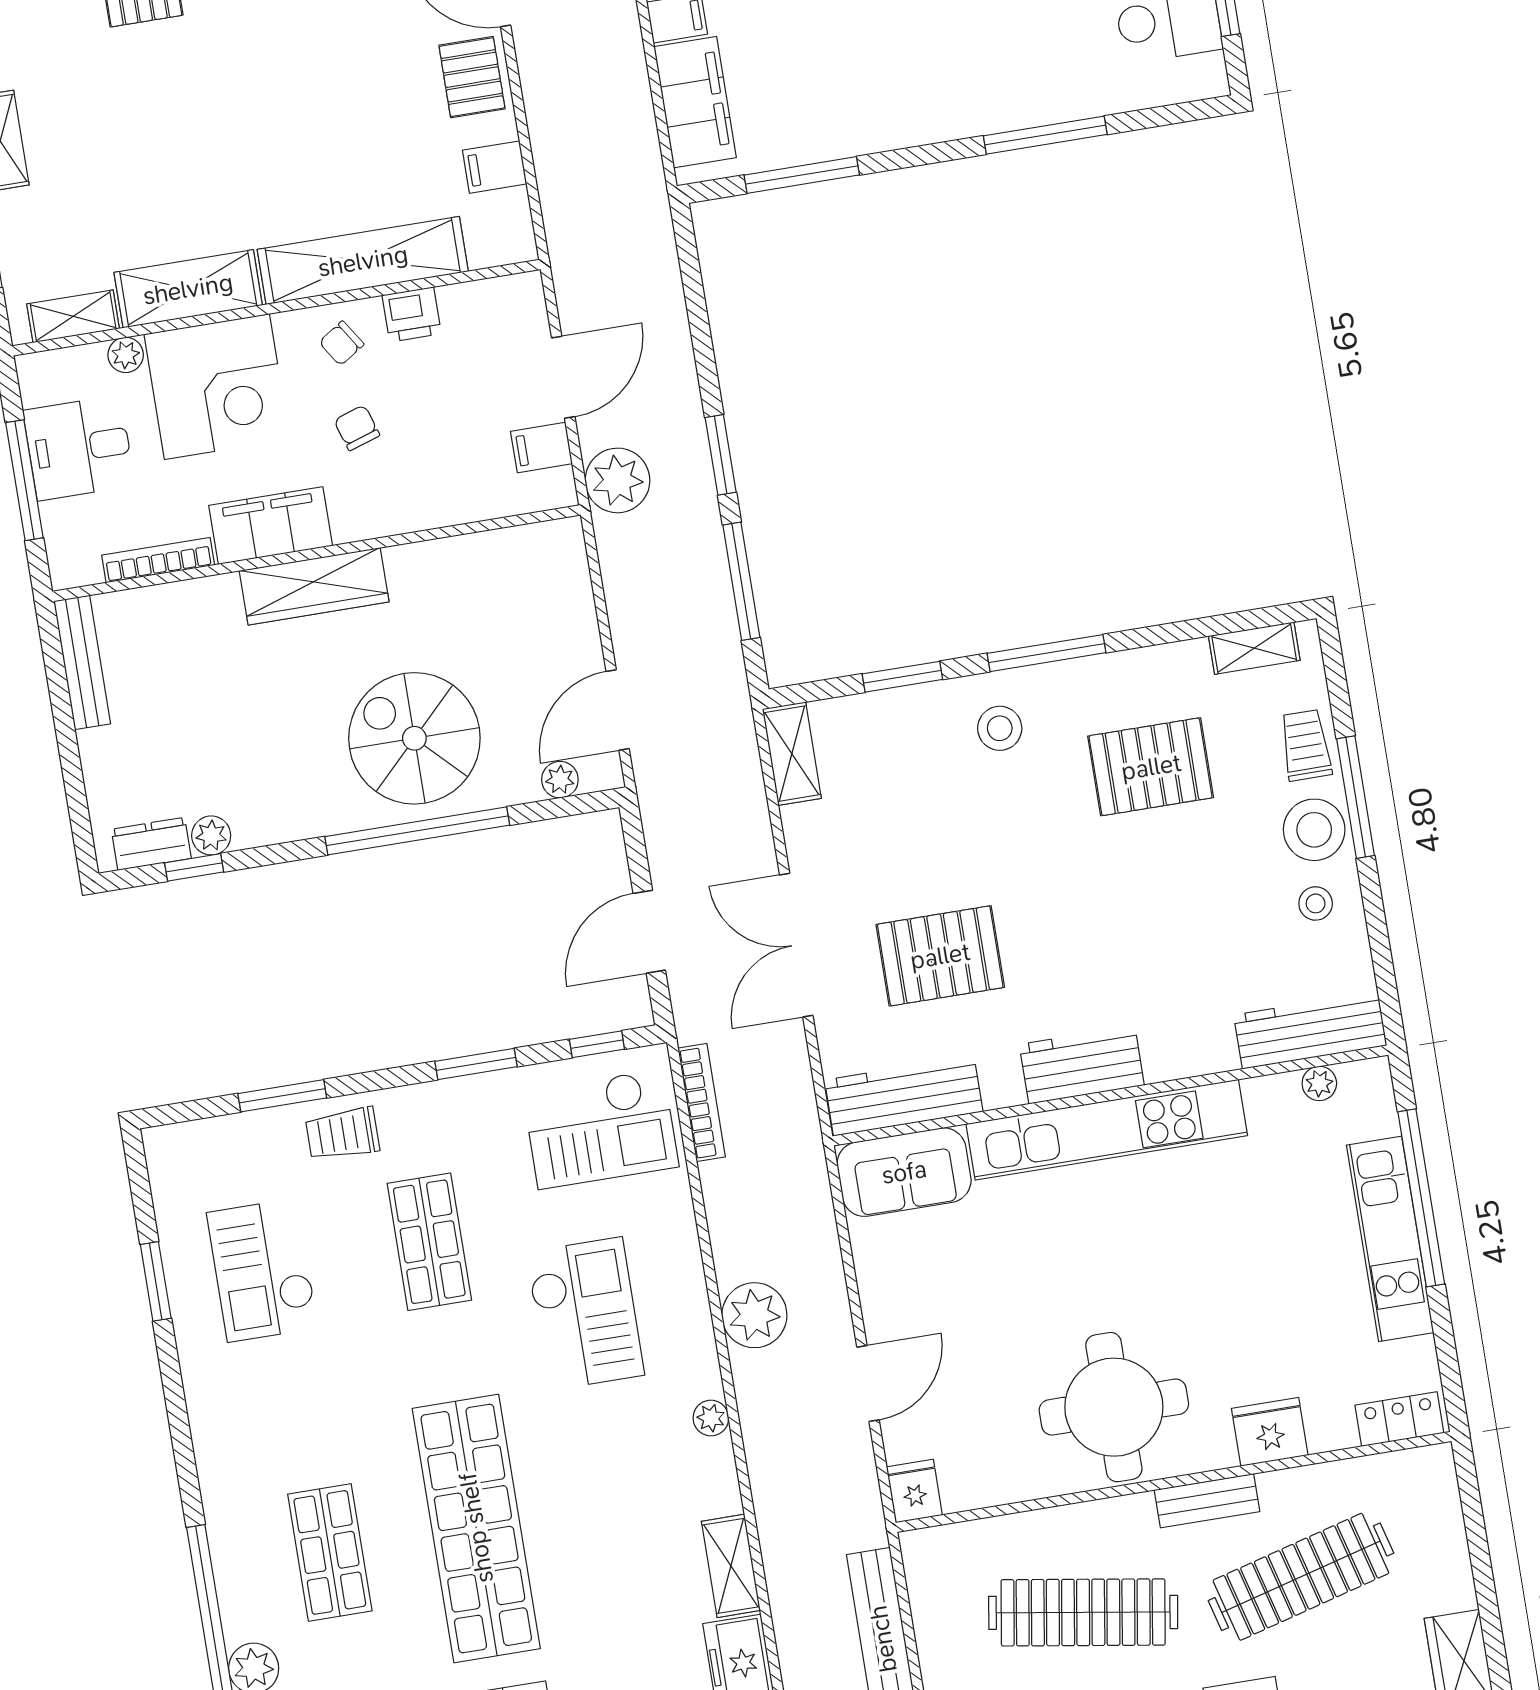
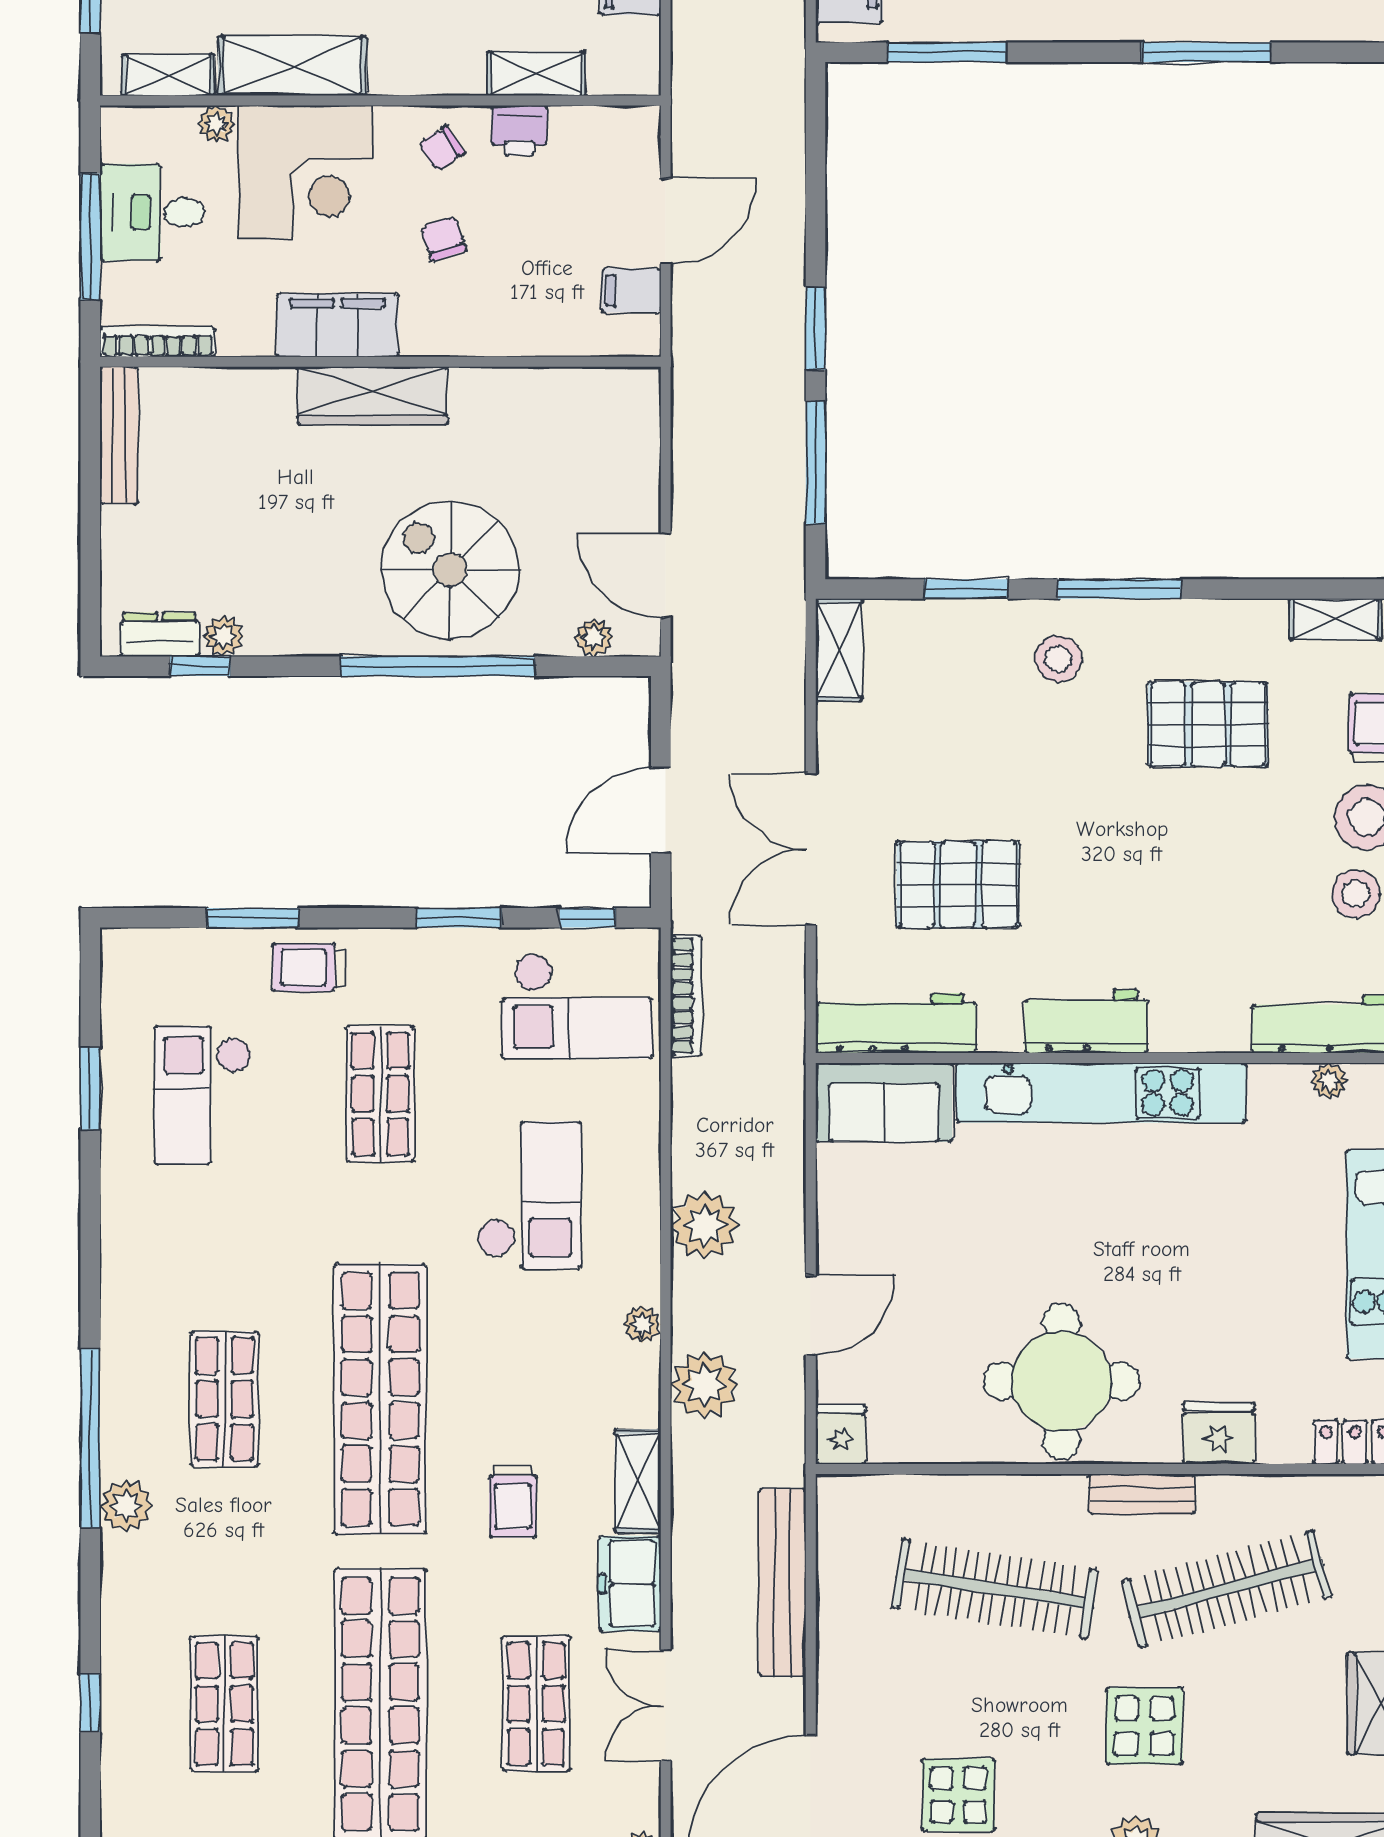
shelving: (363, 261) -> (537, 74), width x0.45, depth x0.75
plant: (617, 480) -> (704, 1385), moved
bookcase: (158, 560) -> (158, 342), moved
door: (618, 710) -> (666, 575), hinge flipped
stool: (1316, 903) -> (1356, 894), width x1.37, depth x1.37
trolley: (617, 1605) -> (513, 1502), added

